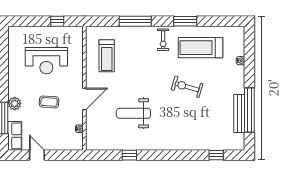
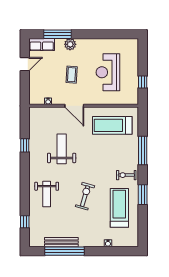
treadmill: (107, 56) -> (112, 125), width x1.37, depth x1.38
weight bench: (185, 130) -> (47, 194), added

